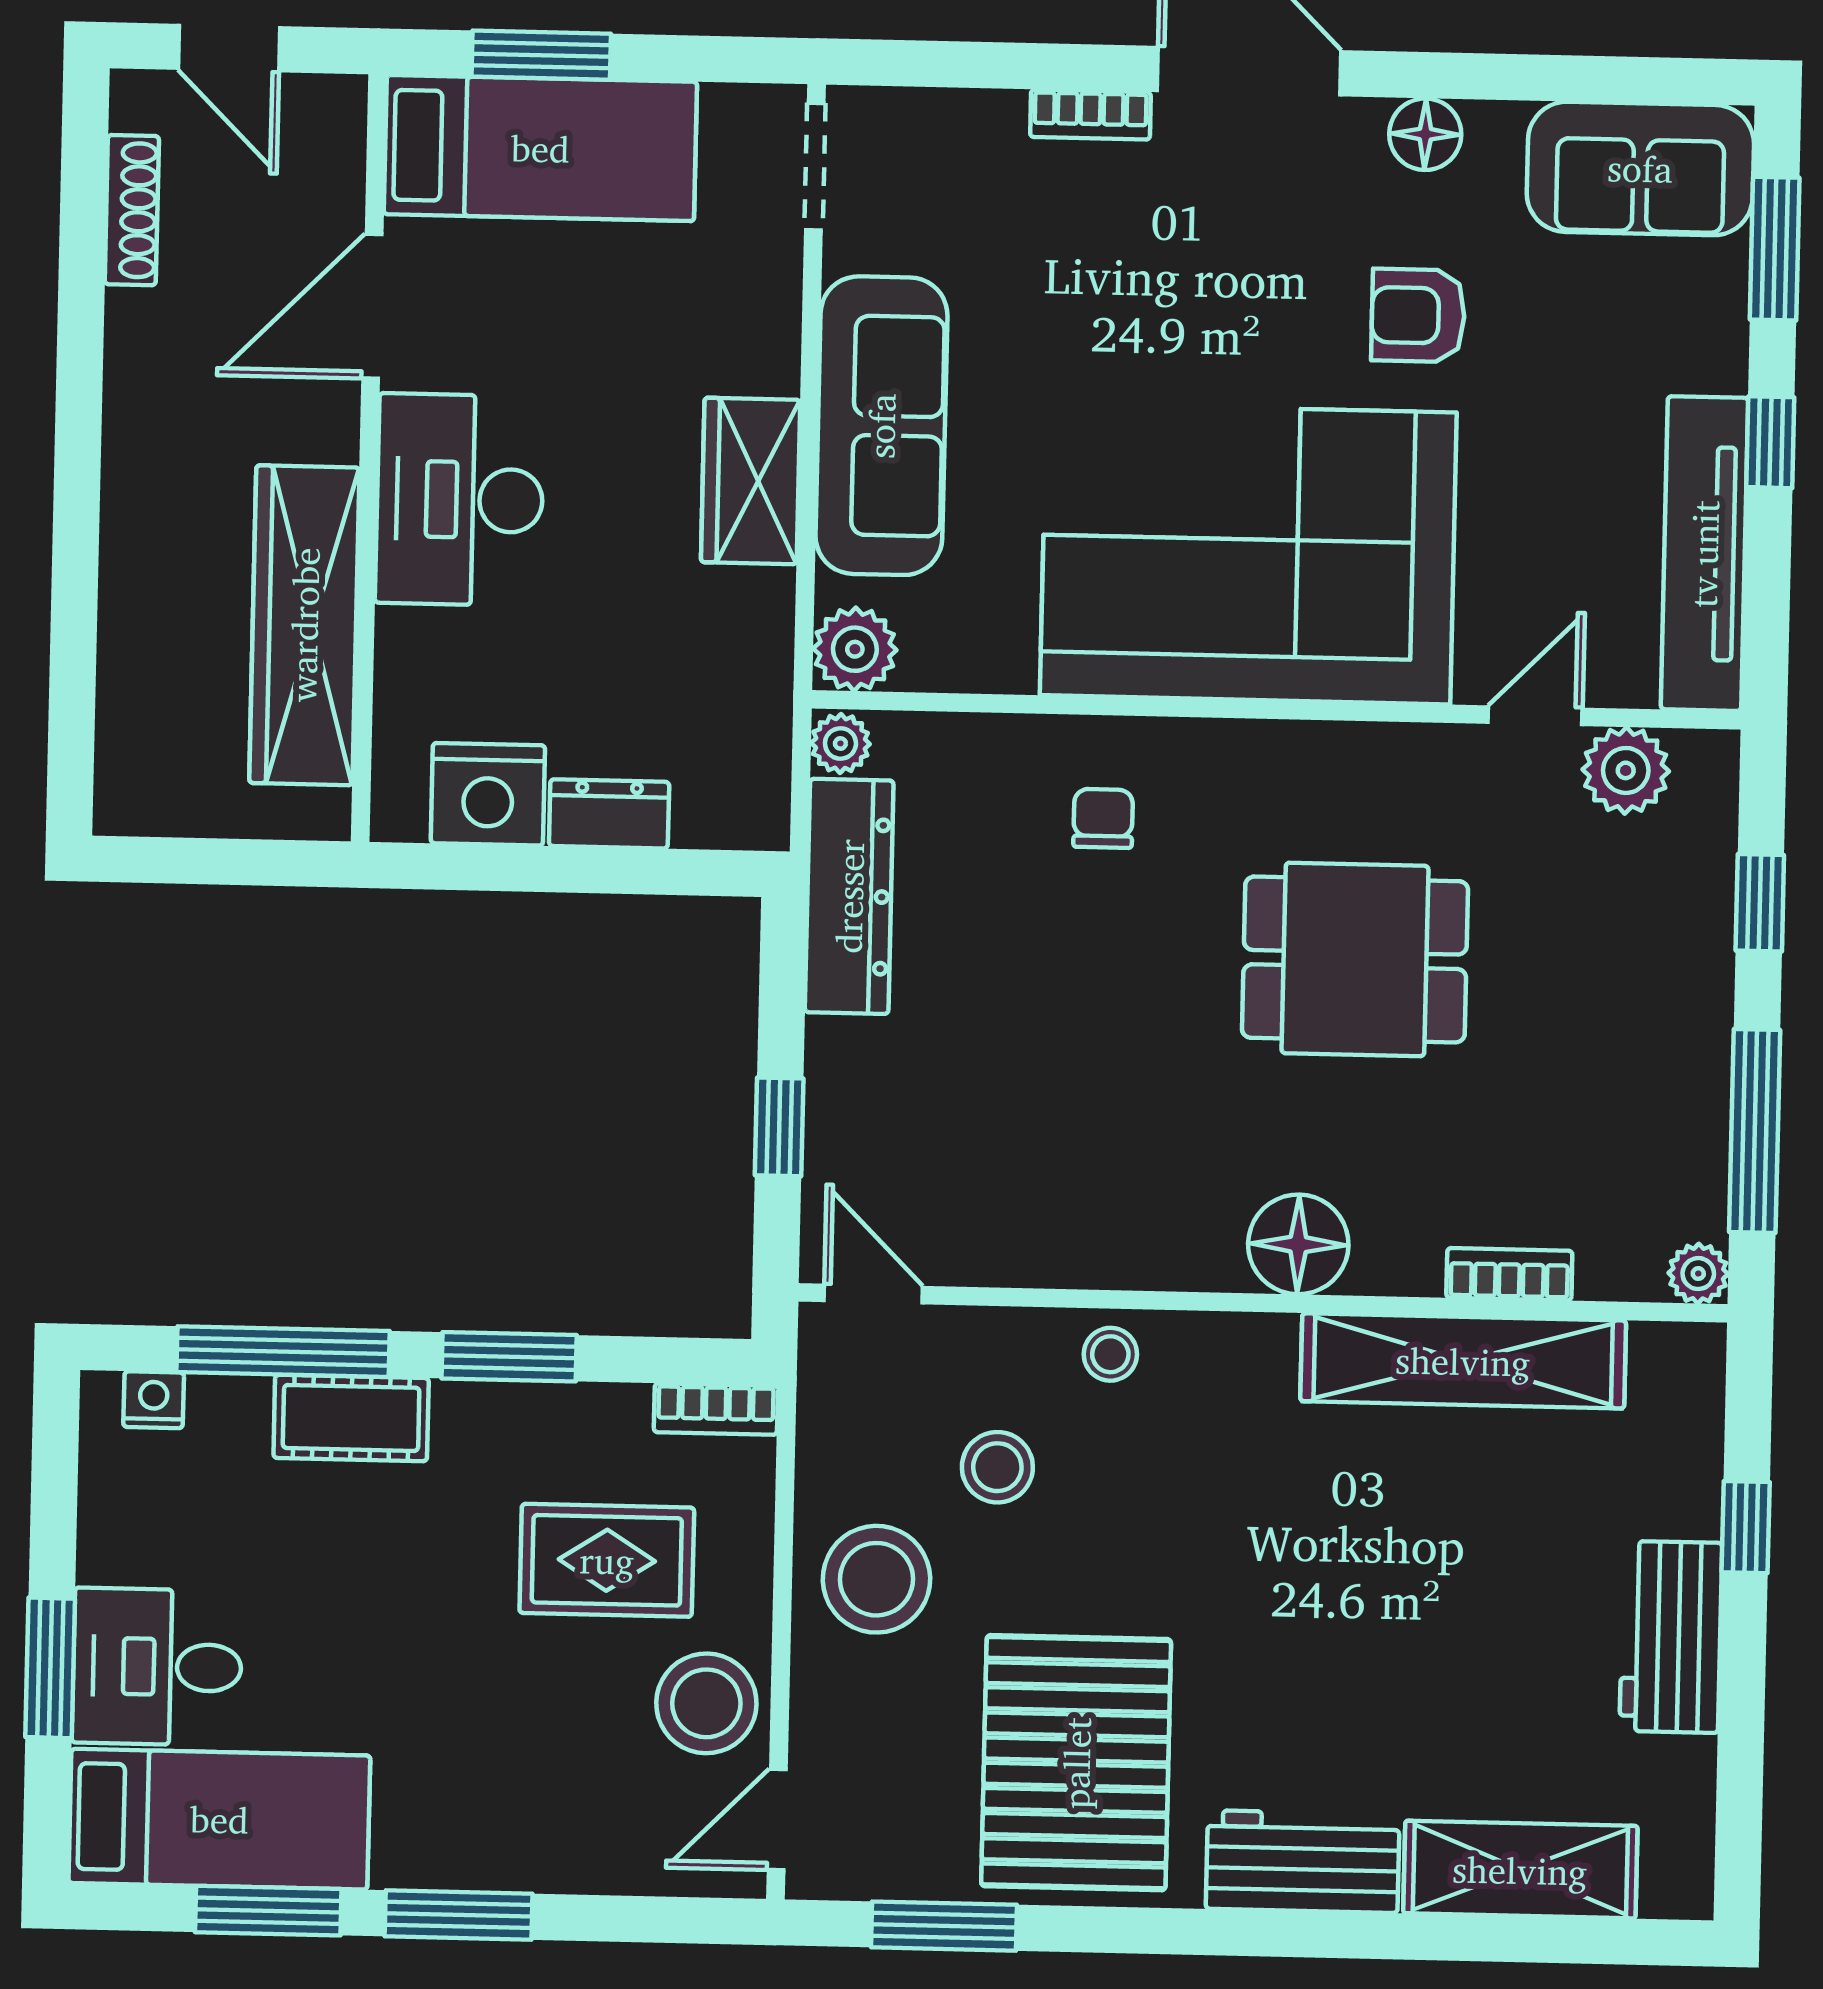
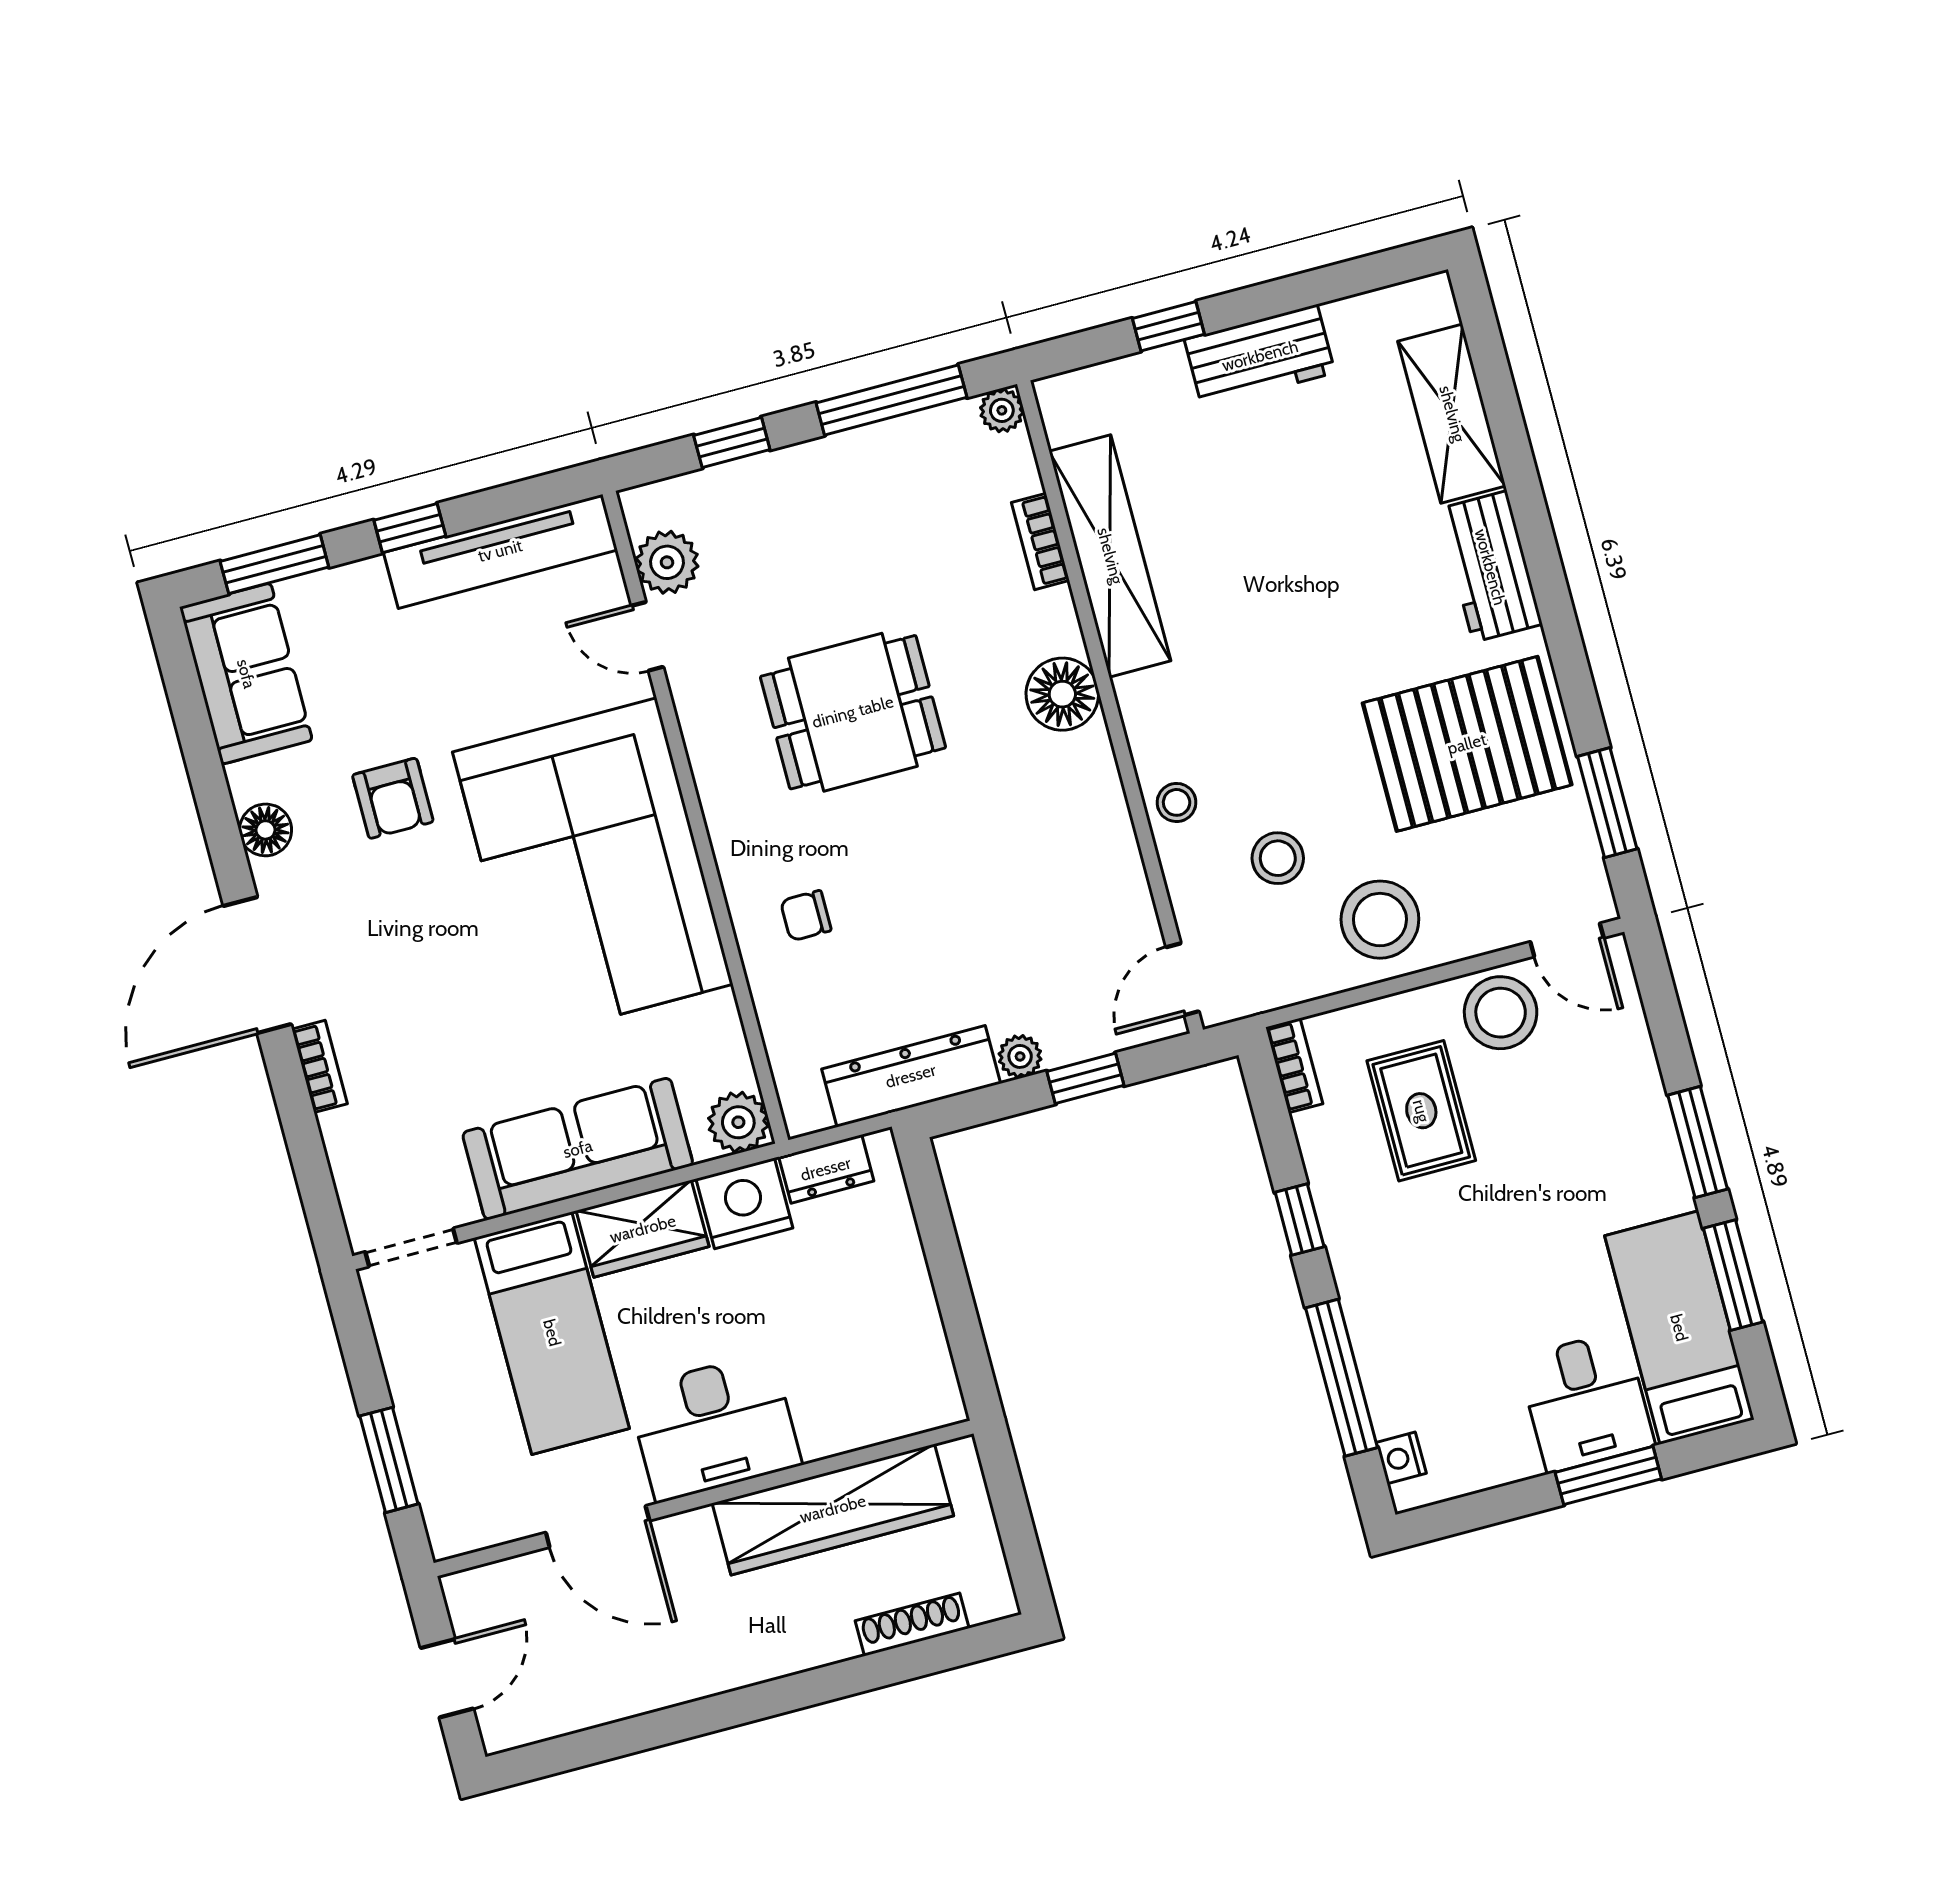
bed: (540, 148) -> (552, 1333), moved, turned 180
shoe rack: (132, 210) -> (912, 1625), moved
plant: (840, 743) -> (1020, 1056), moved
nightstand: (488, 794) -> (744, 1203), moved, turned -90
dresser: (609, 814) -> (826, 1169), moved, turned -90
dining table: (1355, 959) -> (853, 712), turned 90
window: (509, 1357) -> (1300, 1220), width x0.67
cot: (351, 1418) -> (1374, 1317), removed

